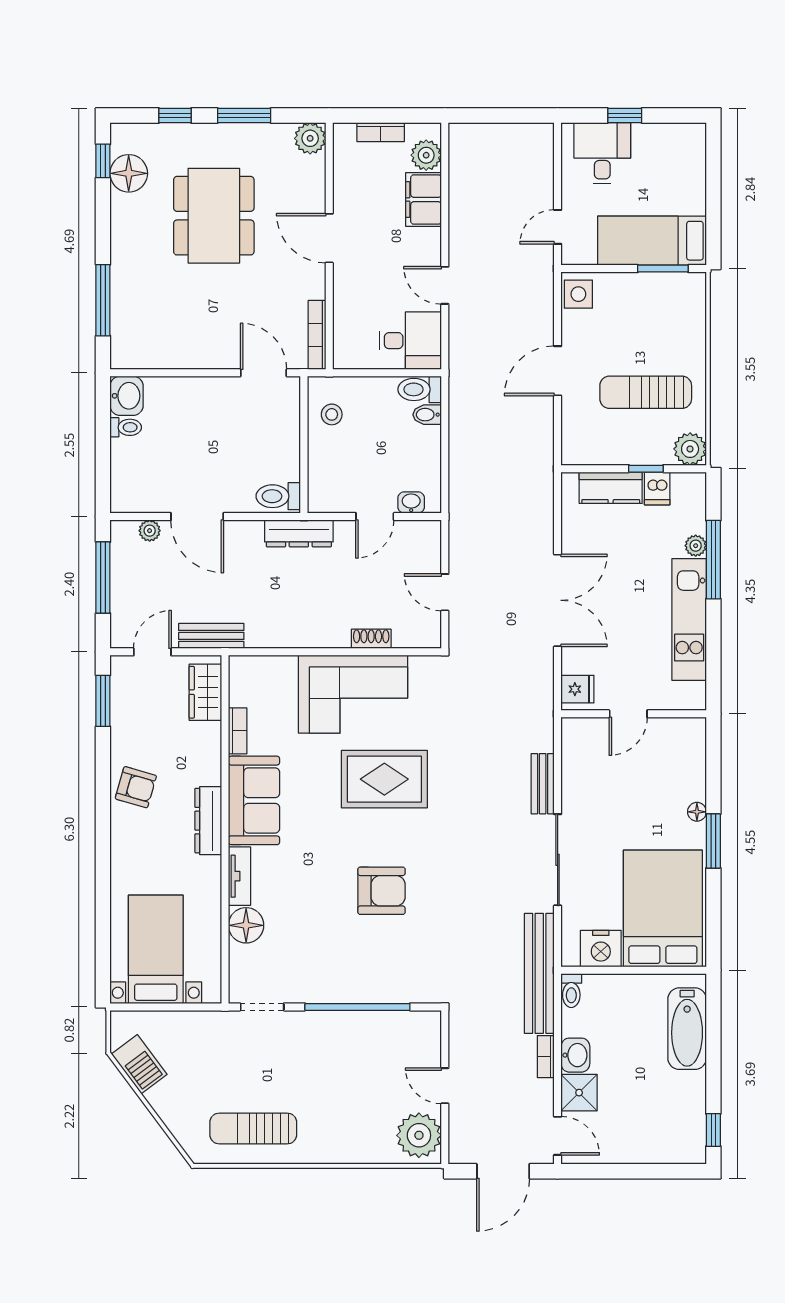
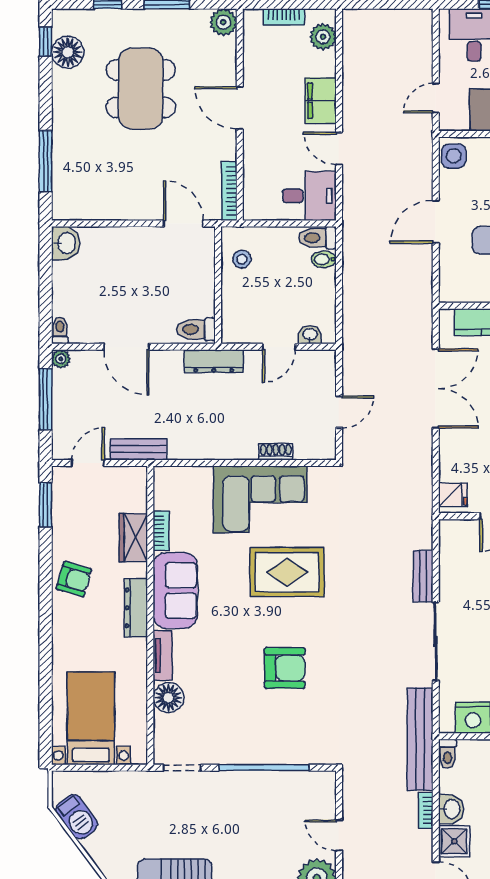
filing cabinet: (424, 200) -> (321, 101), moved
toilet: (126, 427) -> (60, 330), moved, turned -90
plant: (150, 531) -> (61, 359), moved
door: (445, 592) -> (339, 412), swing flipped
double door: (558, 600) -> (436, 388), moved
wardrobe: (205, 692) -> (133, 538), moved

